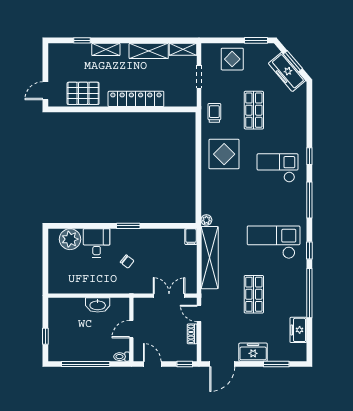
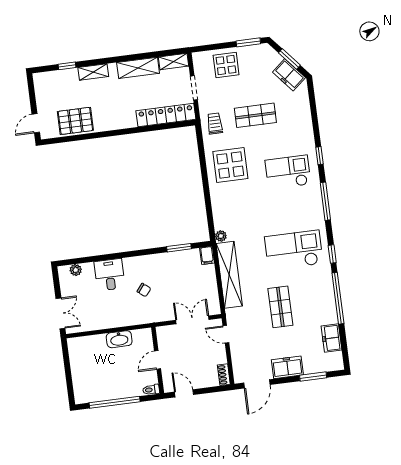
freezer: (287, 72) -> (289, 75), width x0.71
locker: (136, 99) -> (166, 115), moved
shop shelf: (254, 110) -> (255, 115), turned 90
window: (128, 226) -> (179, 248), moved
plant: (70, 239) -> (76, 270), width x0.53, depth x0.53
double door: (45, 273) -> (60, 313), added
shoe rack: (192, 334) -> (224, 375), moved
window: (45, 336) -> (69, 379), removed
window: (185, 364) -> (218, 389), removed

